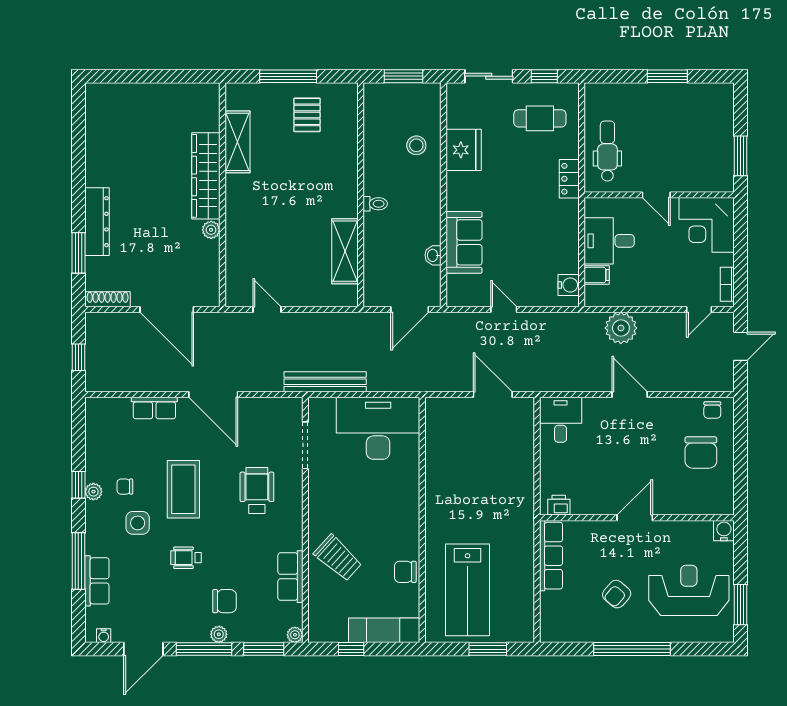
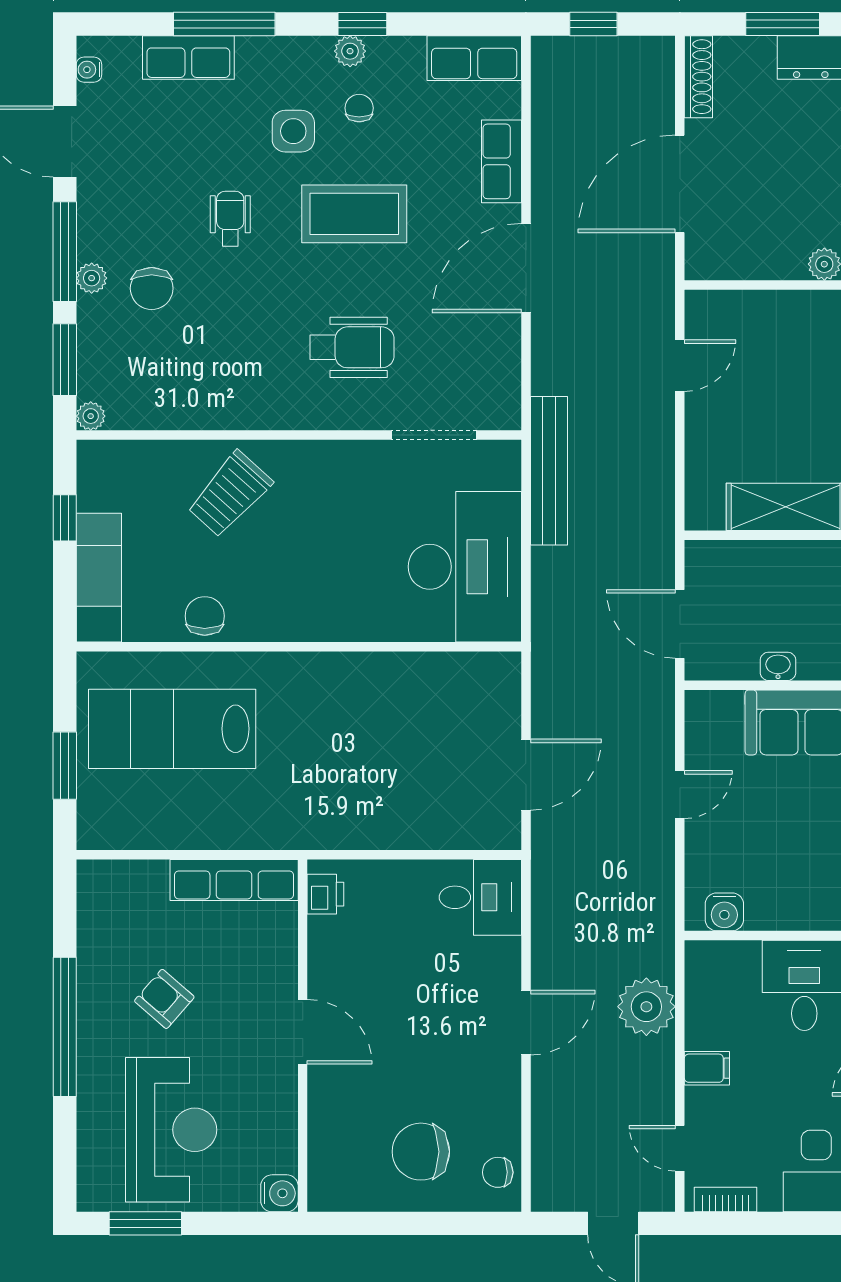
filing cabinet: (597, 275) -> (707, 1068), moved, turned -90
row of seats: (290, 577) -> (474, 58), moved, turned 180

